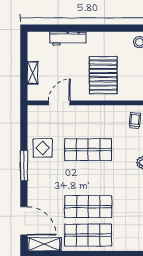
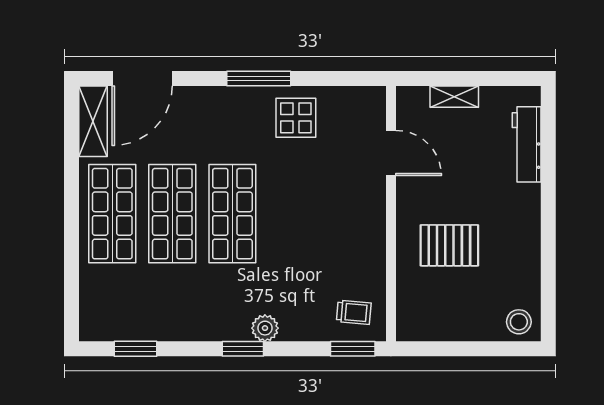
workbench: (68, 38) -> (527, 144), moved
pallet: (103, 75) -> (449, 245), width x0.73, depth x0.71
shop shelf: (88, 150) -> (232, 214), moved

